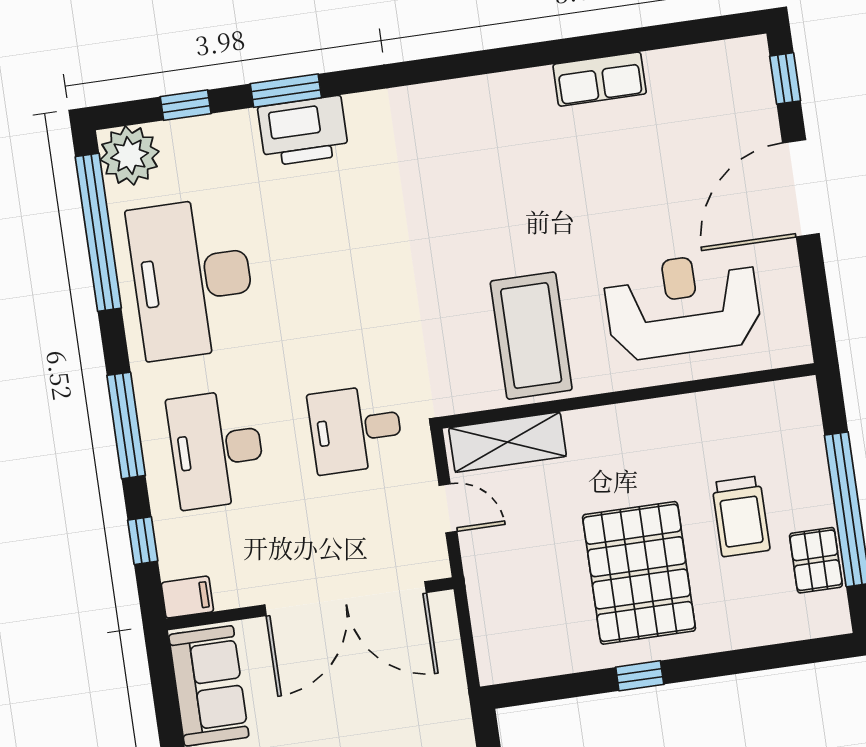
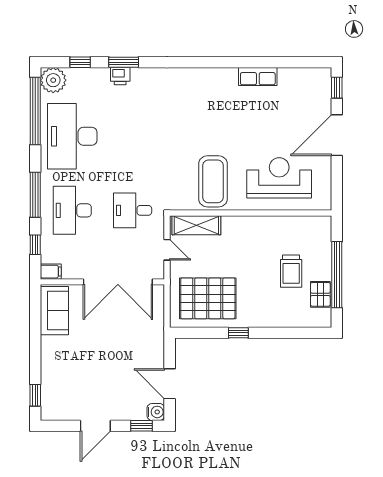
printer: (303, 131) -> (120, 76), width x0.53, depth x0.68
pallet: (639, 573) -> (208, 298), moved, turned 90

